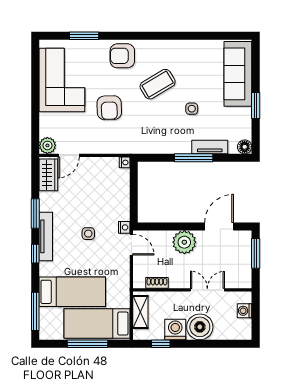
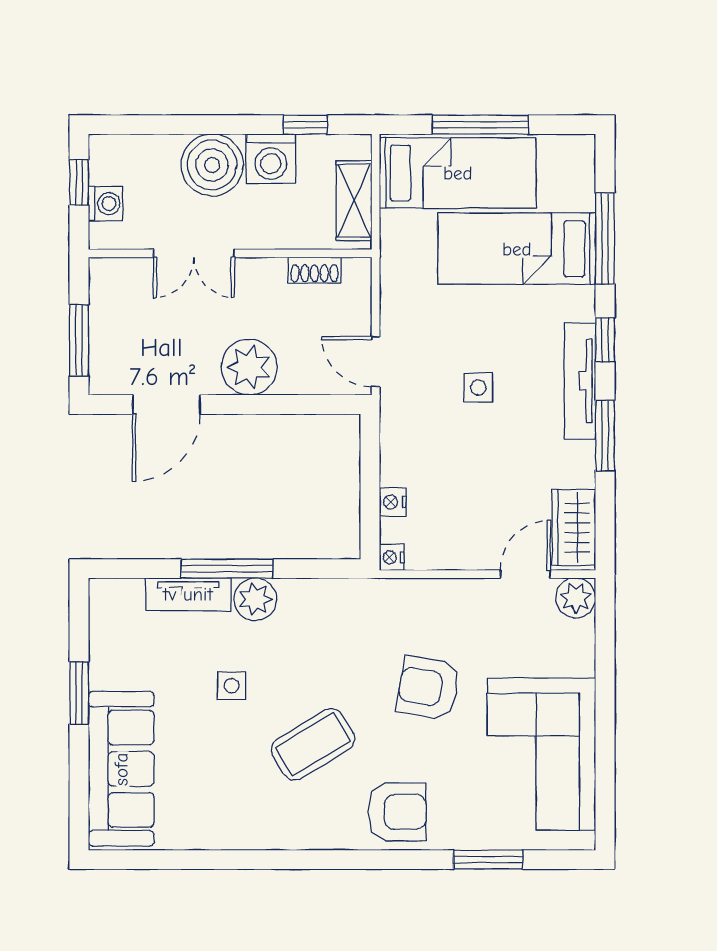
armchair: (109, 108) -> (428, 688), turned -78
plant: (182, 145) -> (255, 599), added
floor lamp: (245, 147) -> (105, 595), removed
nightstand: (124, 227) -> (393, 502), moved
window: (35, 311) -> (605, 239), moved
window: (256, 320) -> (79, 182), added

